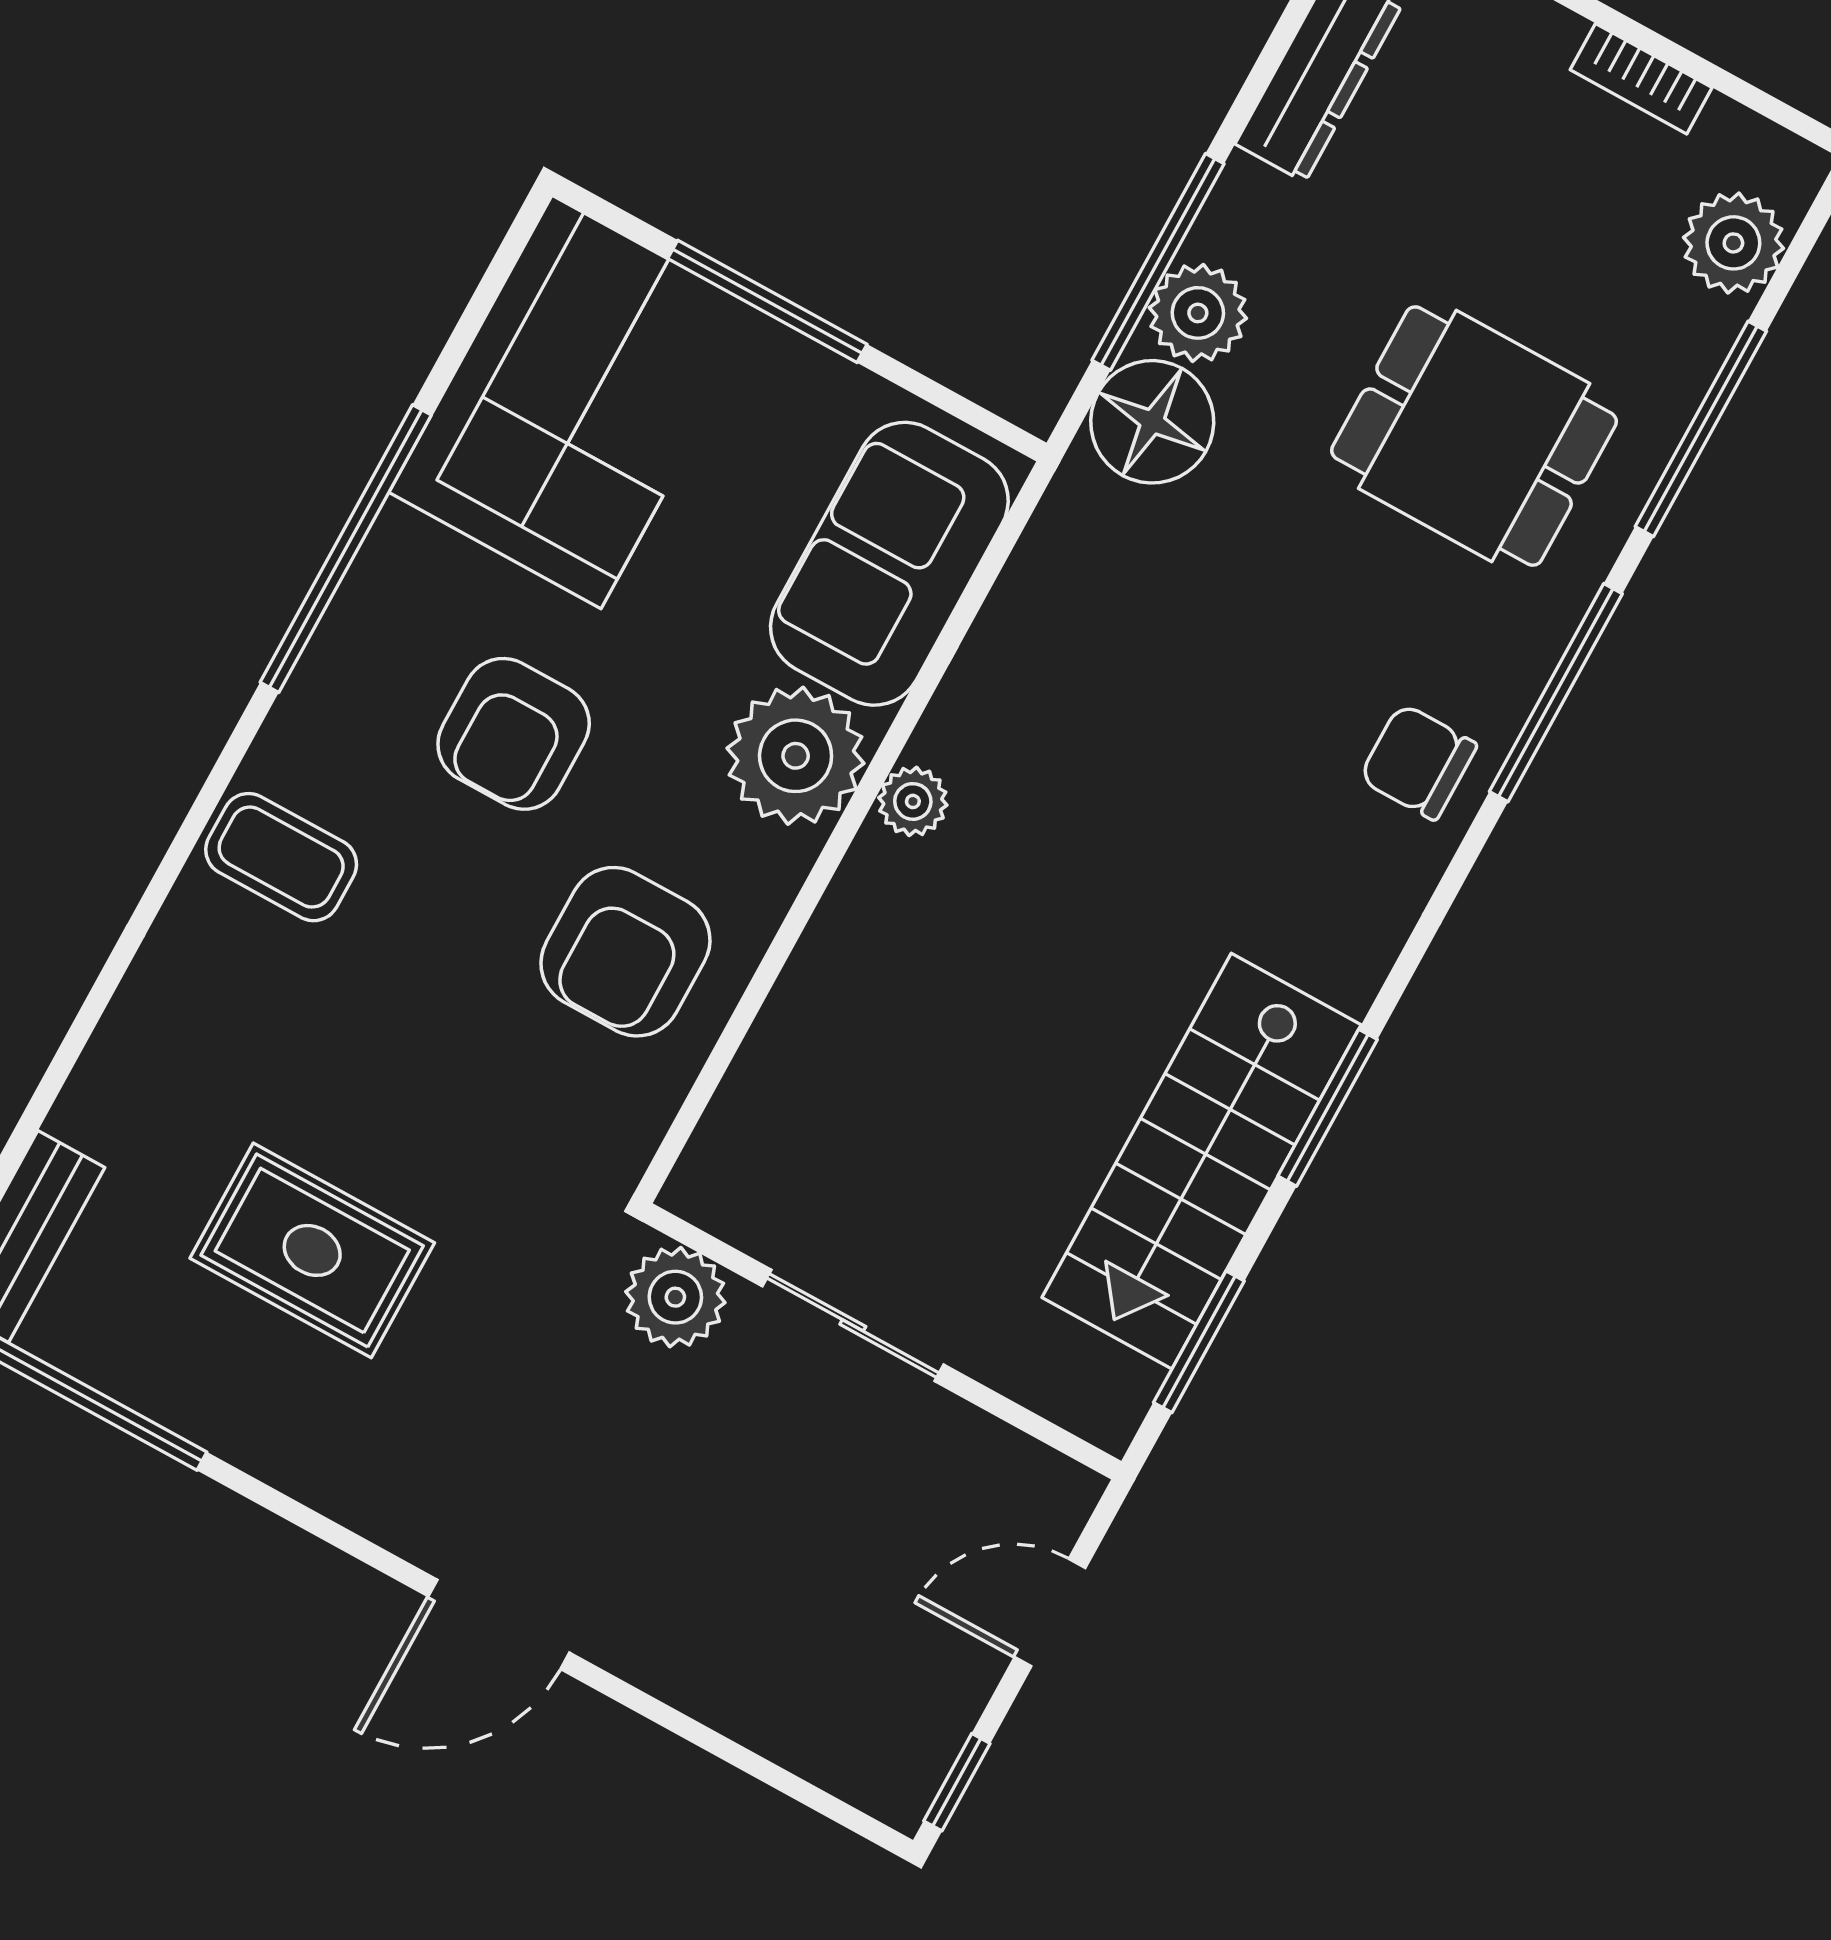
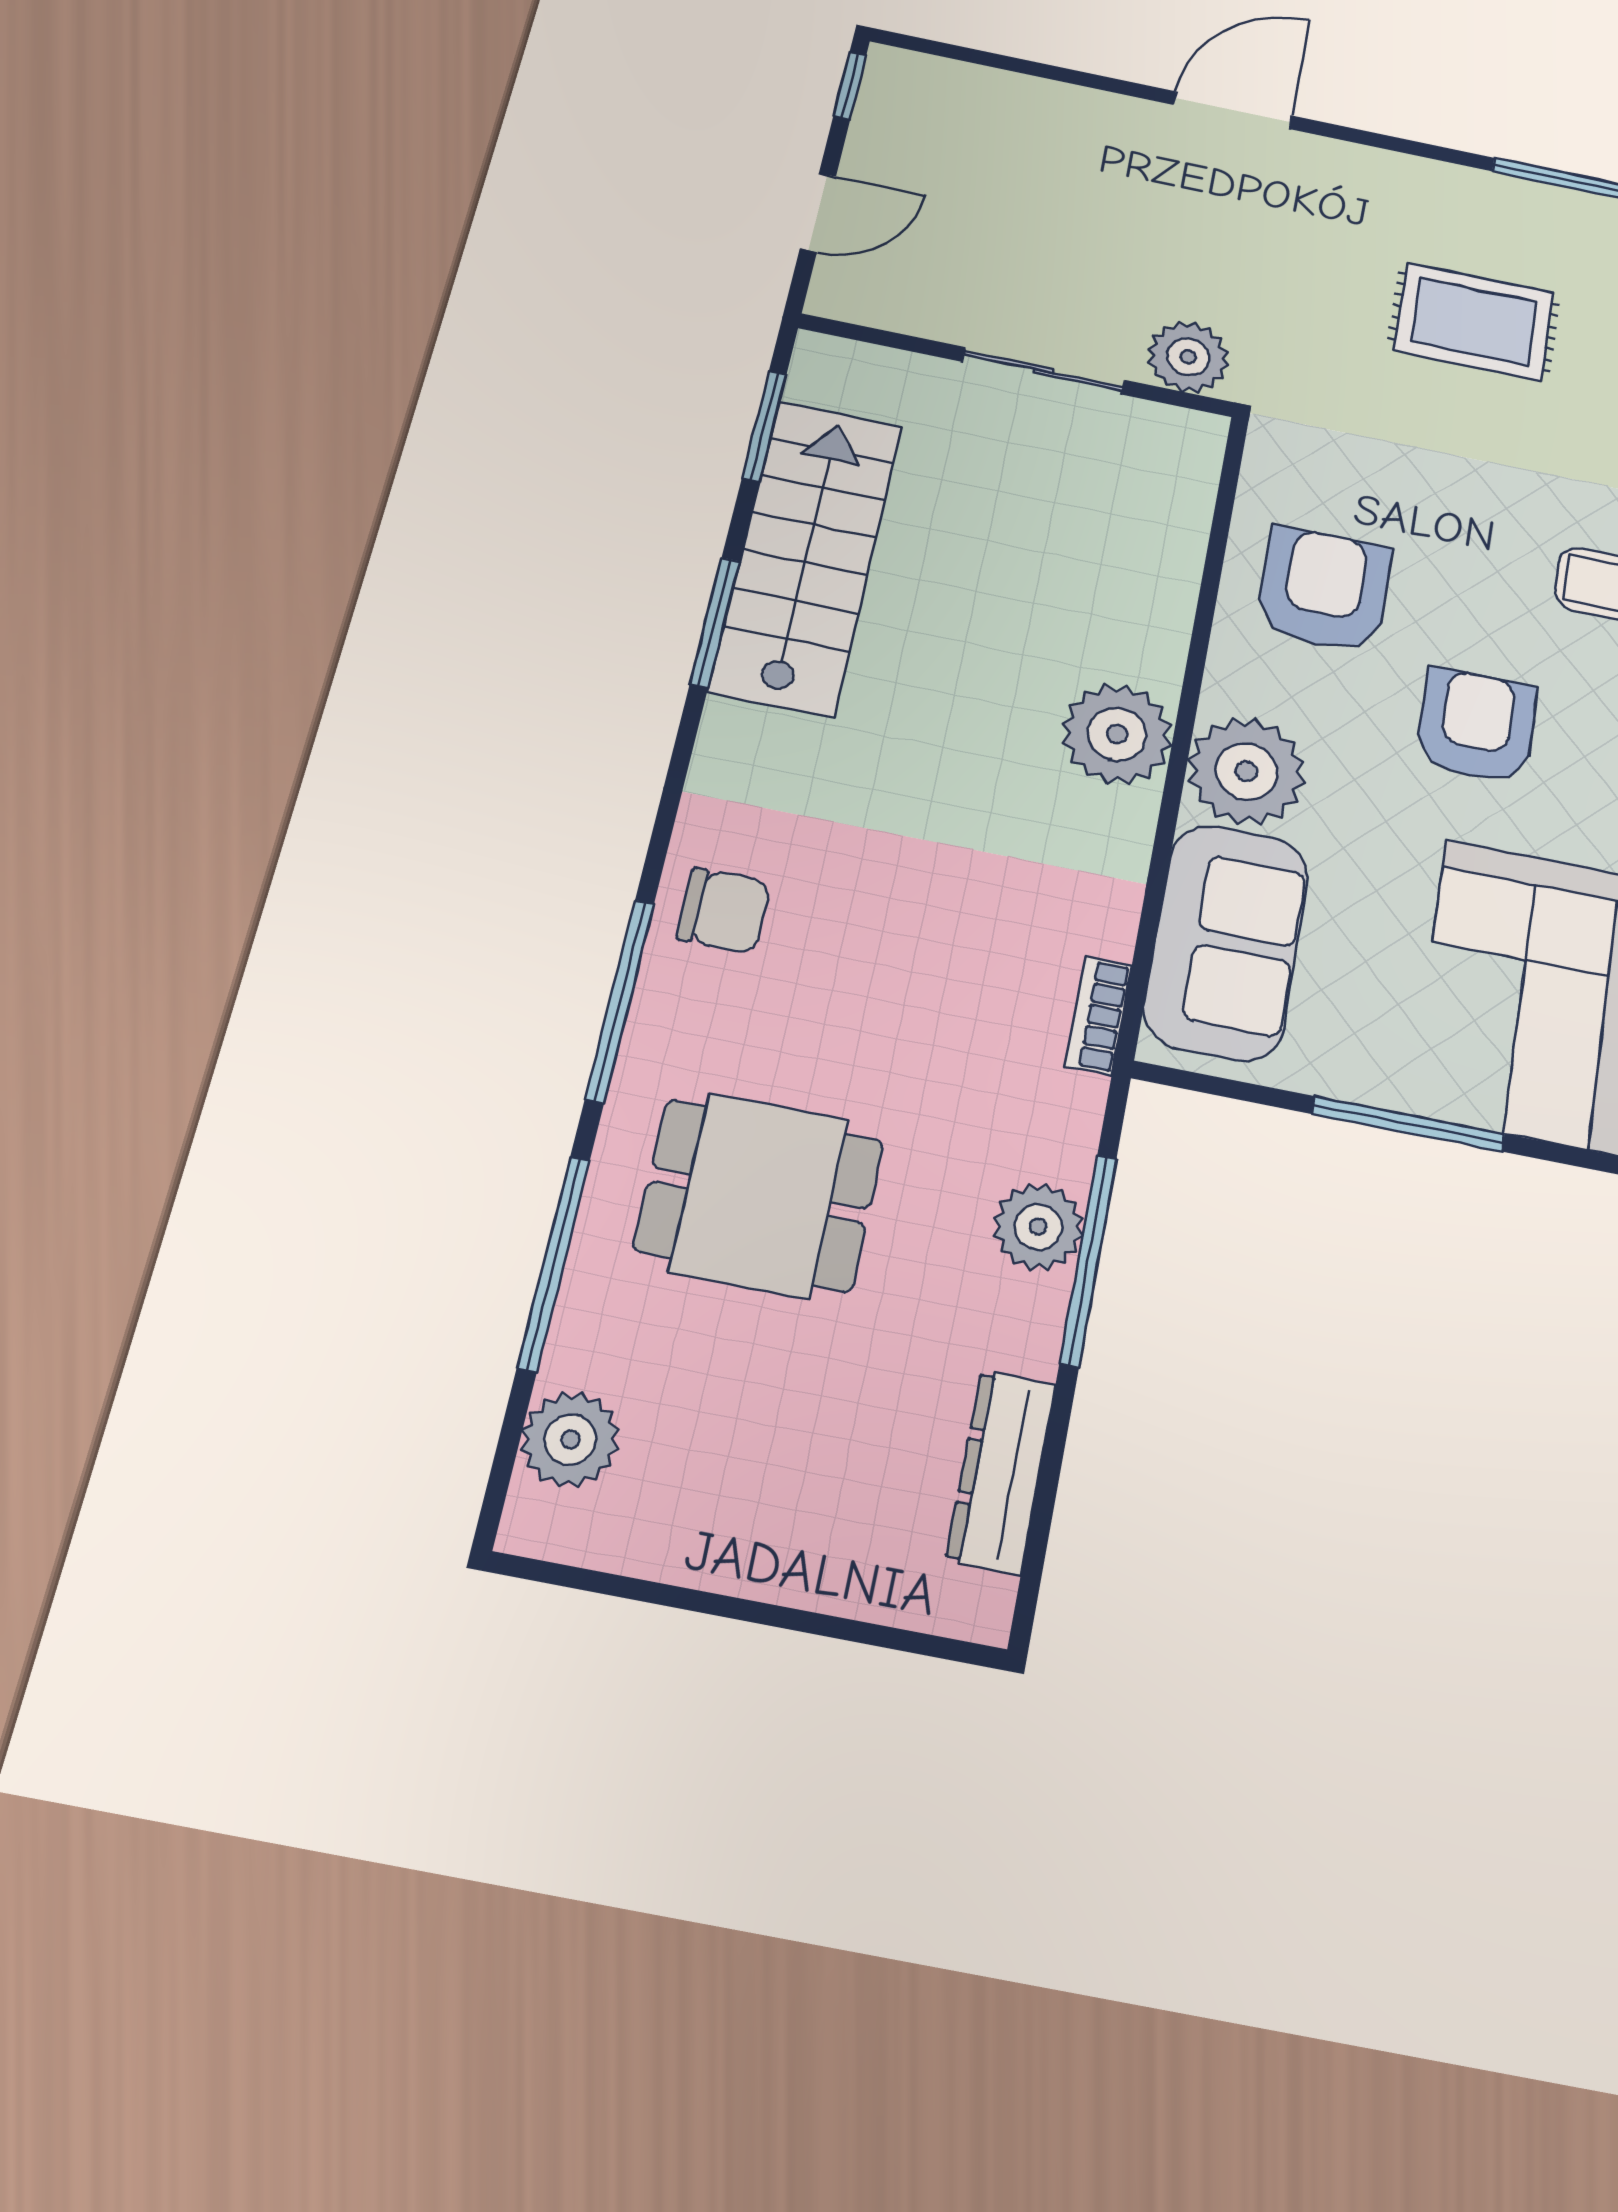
bookcase: (1641, 79) -> (1098, 1015), moved, turned -90
floor lamp: (1152, 422) -> (1046, 1123), removed
plant: (913, 801) -> (1117, 734), width x1.87, depth x1.87

